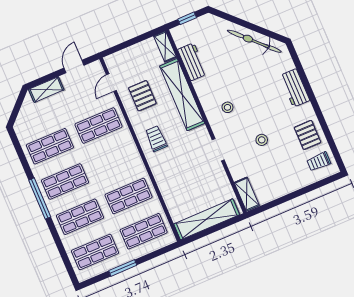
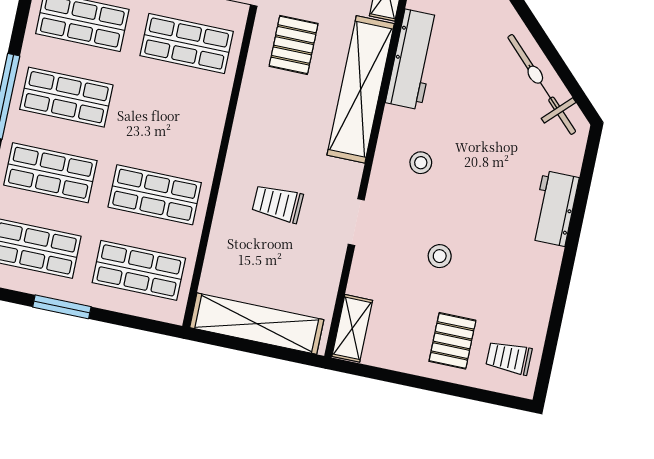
workbench: (192, 62) -> (413, 59), width x1.38
pallet: (308, 135) -> (452, 341), moved
trolley: (156, 139) -> (278, 204), moved, turned -88

